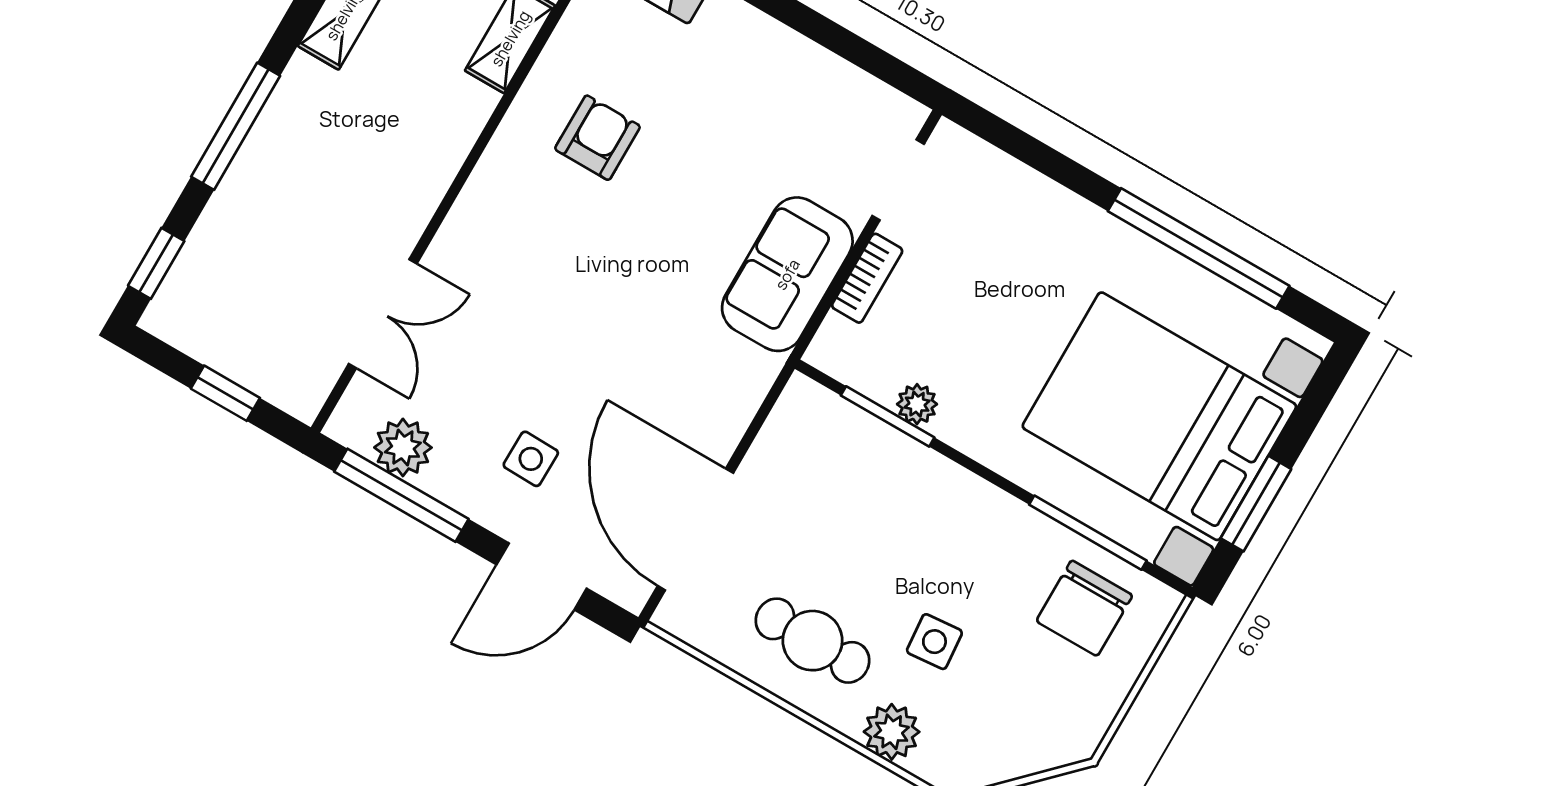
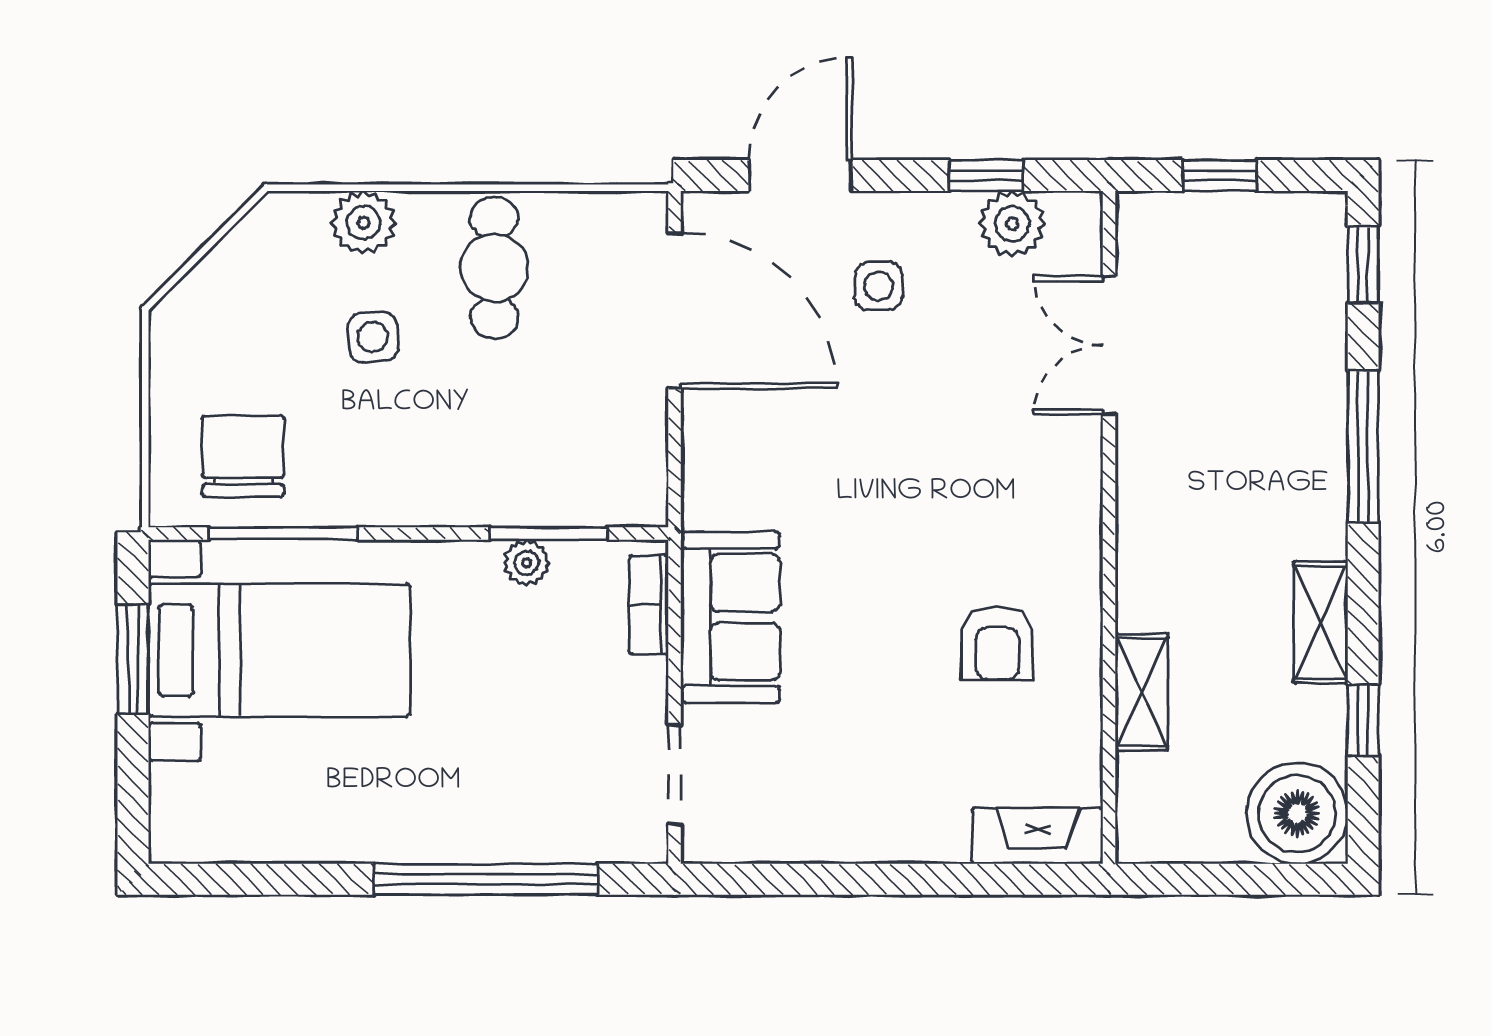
window: (1199, 248) -> (486, 879), moved
bookcase: (867, 278) -> (649, 605), moved
bed with nightstands: (1159, 416) -> (279, 650), width x0.73
window: (401, 495) -> (986, 176), width x0.46
cafe table: (812, 641) -> (494, 268), turned 90

